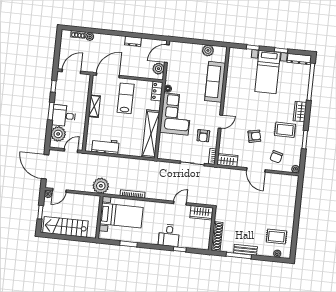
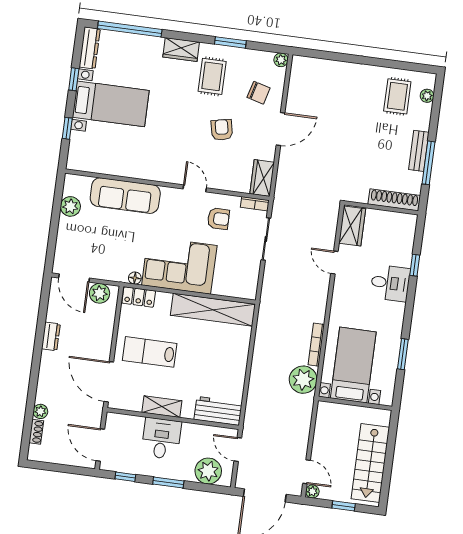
desk: (64, 116) -> (161, 438), moved, turned 180
workbench: (105, 146) -> (218, 411), moved, turned 90
plant: (101, 186) -> (303, 380), moved

